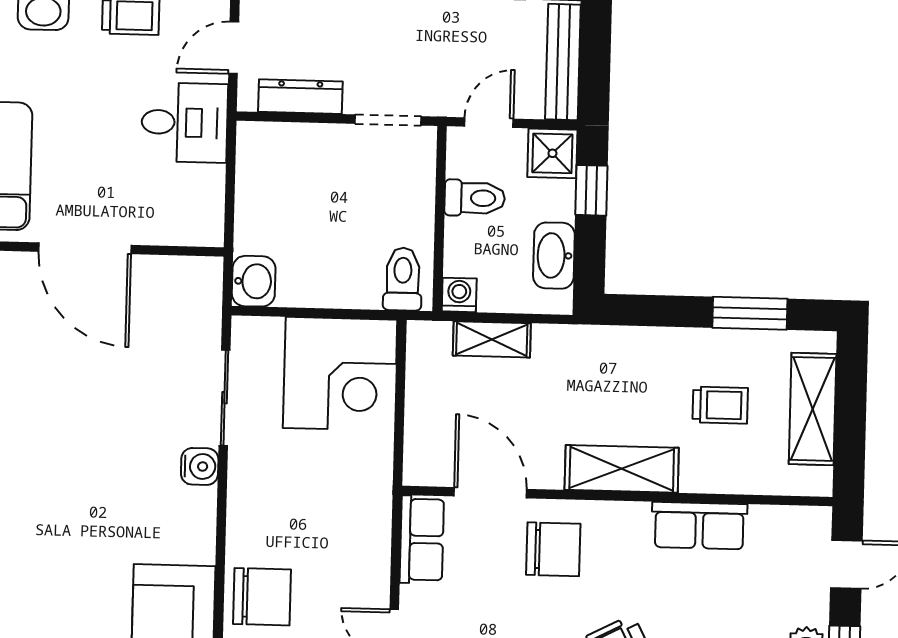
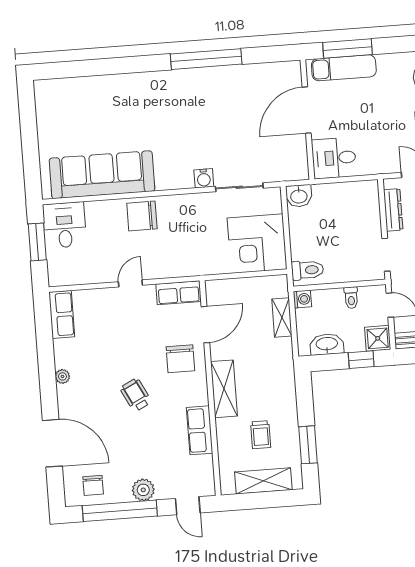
desk: (185, 123) -> (334, 158), moved, turned 90
toilet: (475, 198) -> (351, 298), width x0.73, depth x0.72
chair: (262, 597) -> (142, 216), turned 90

